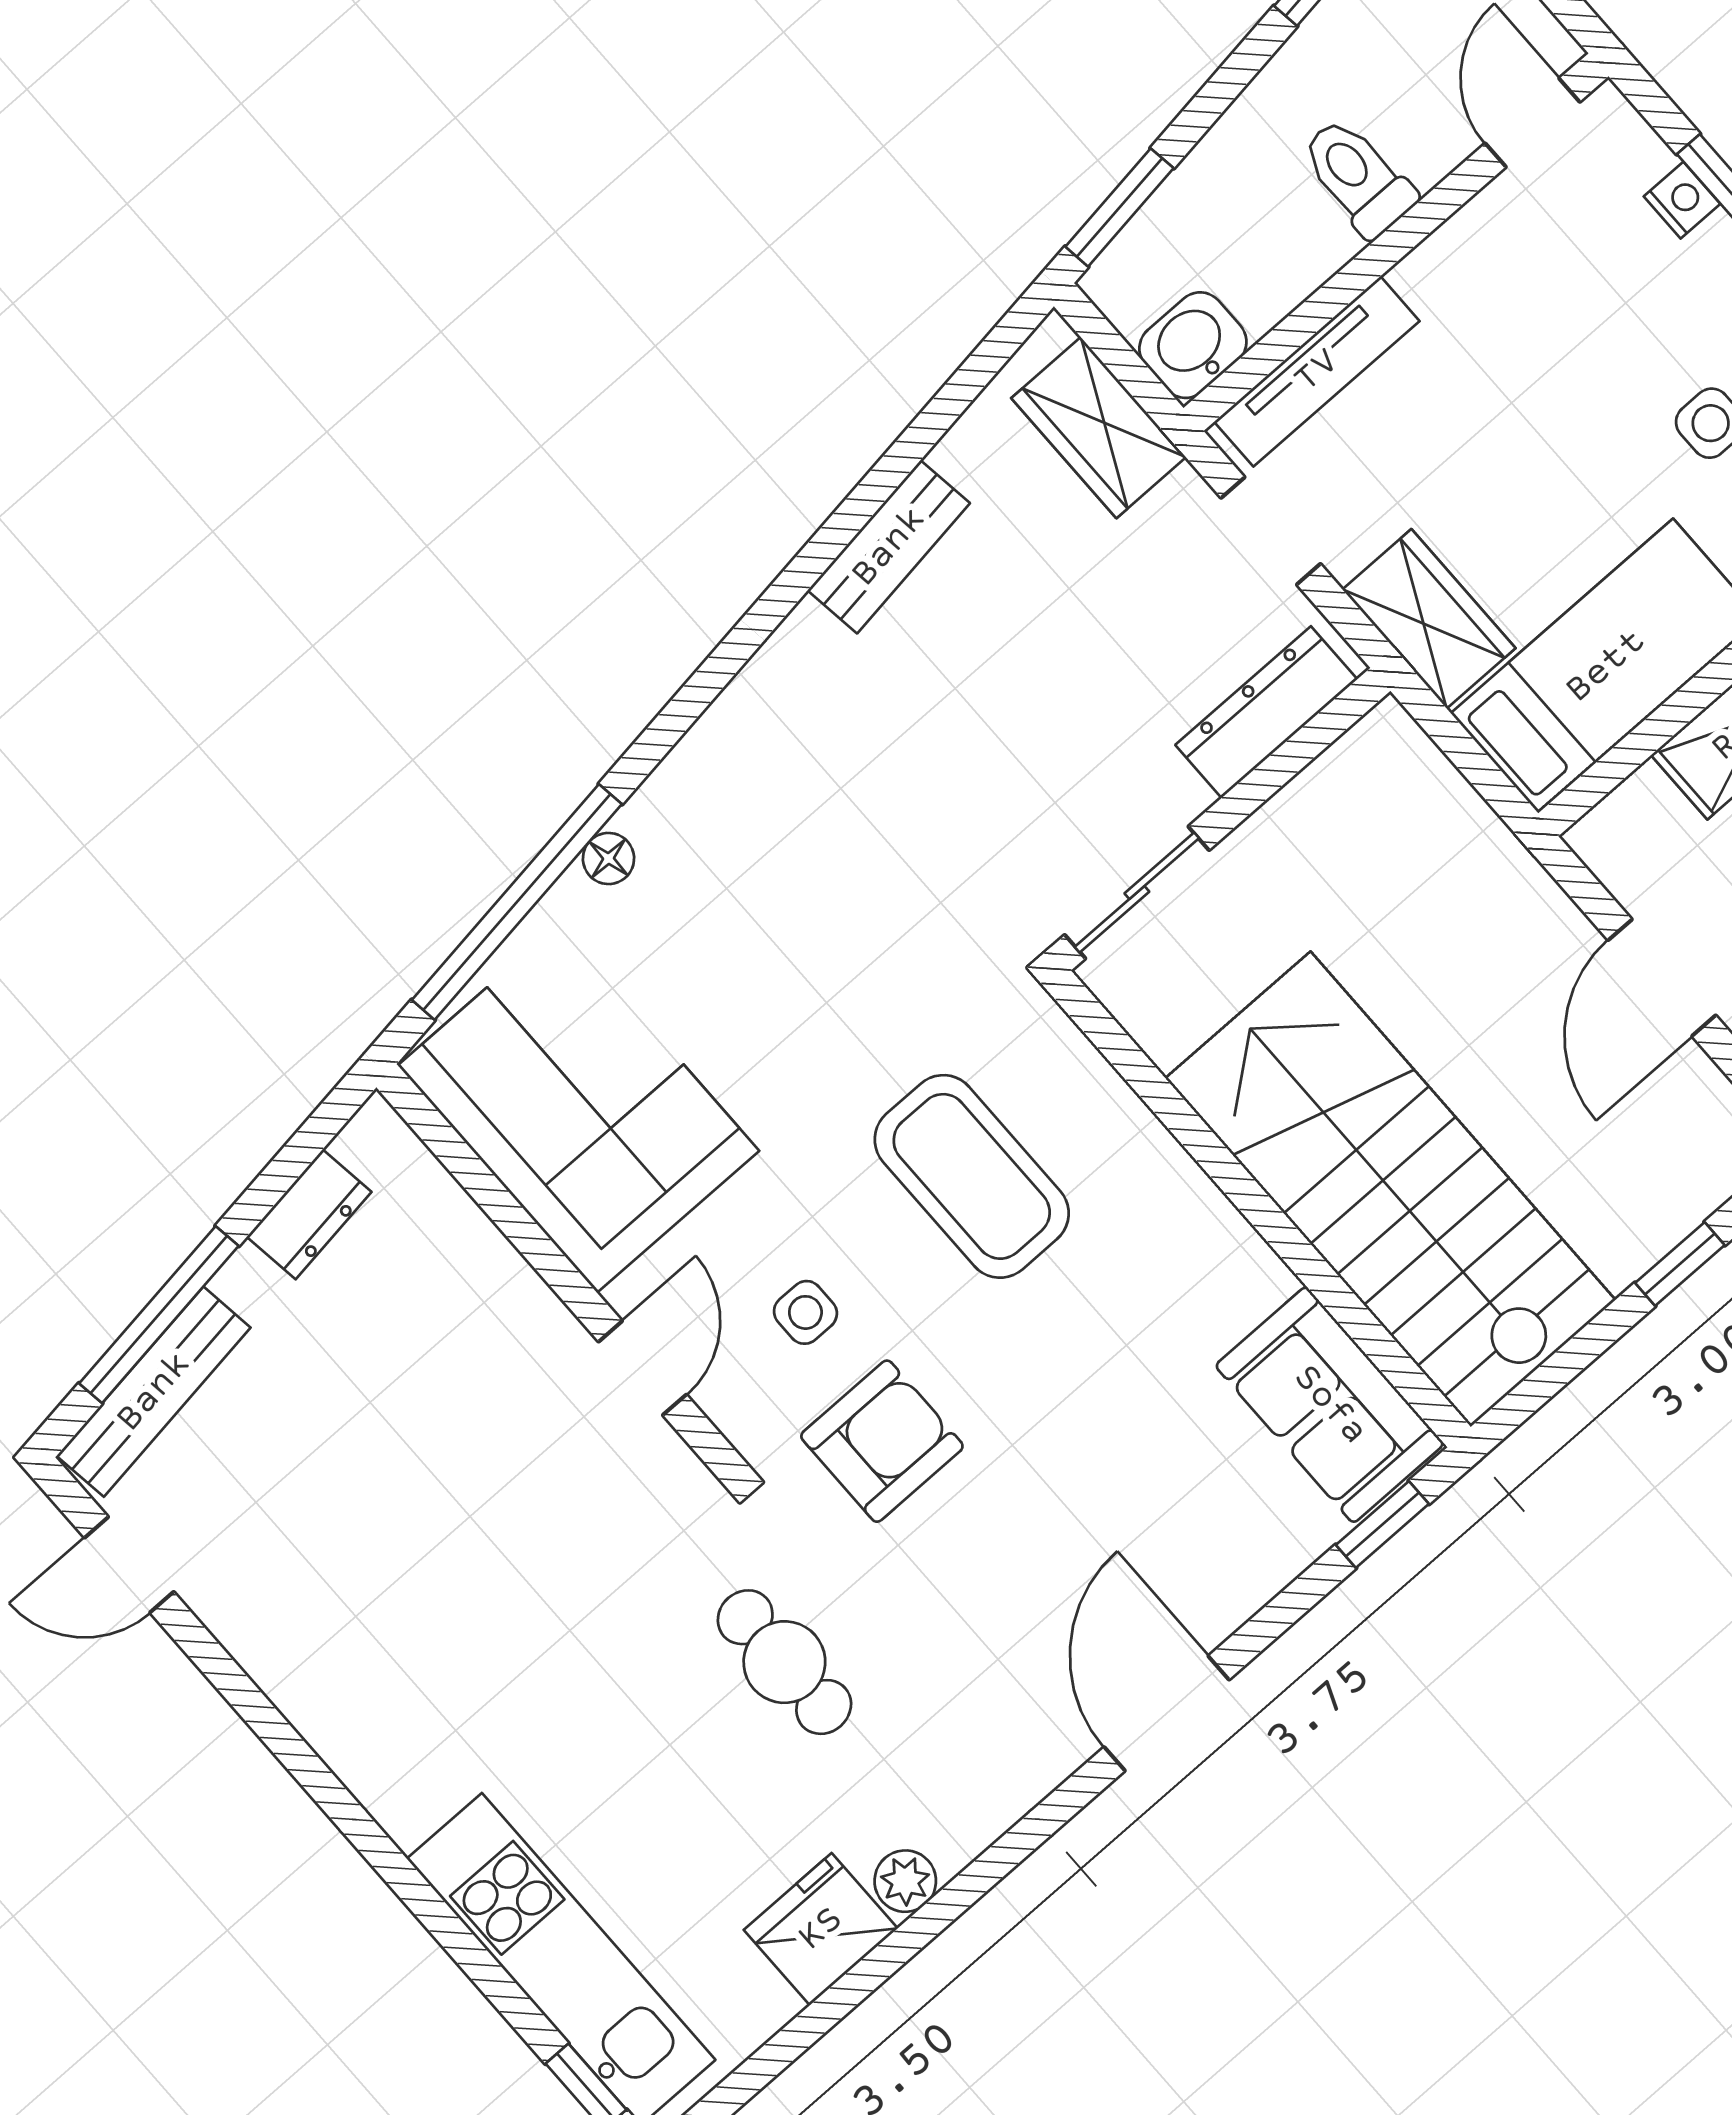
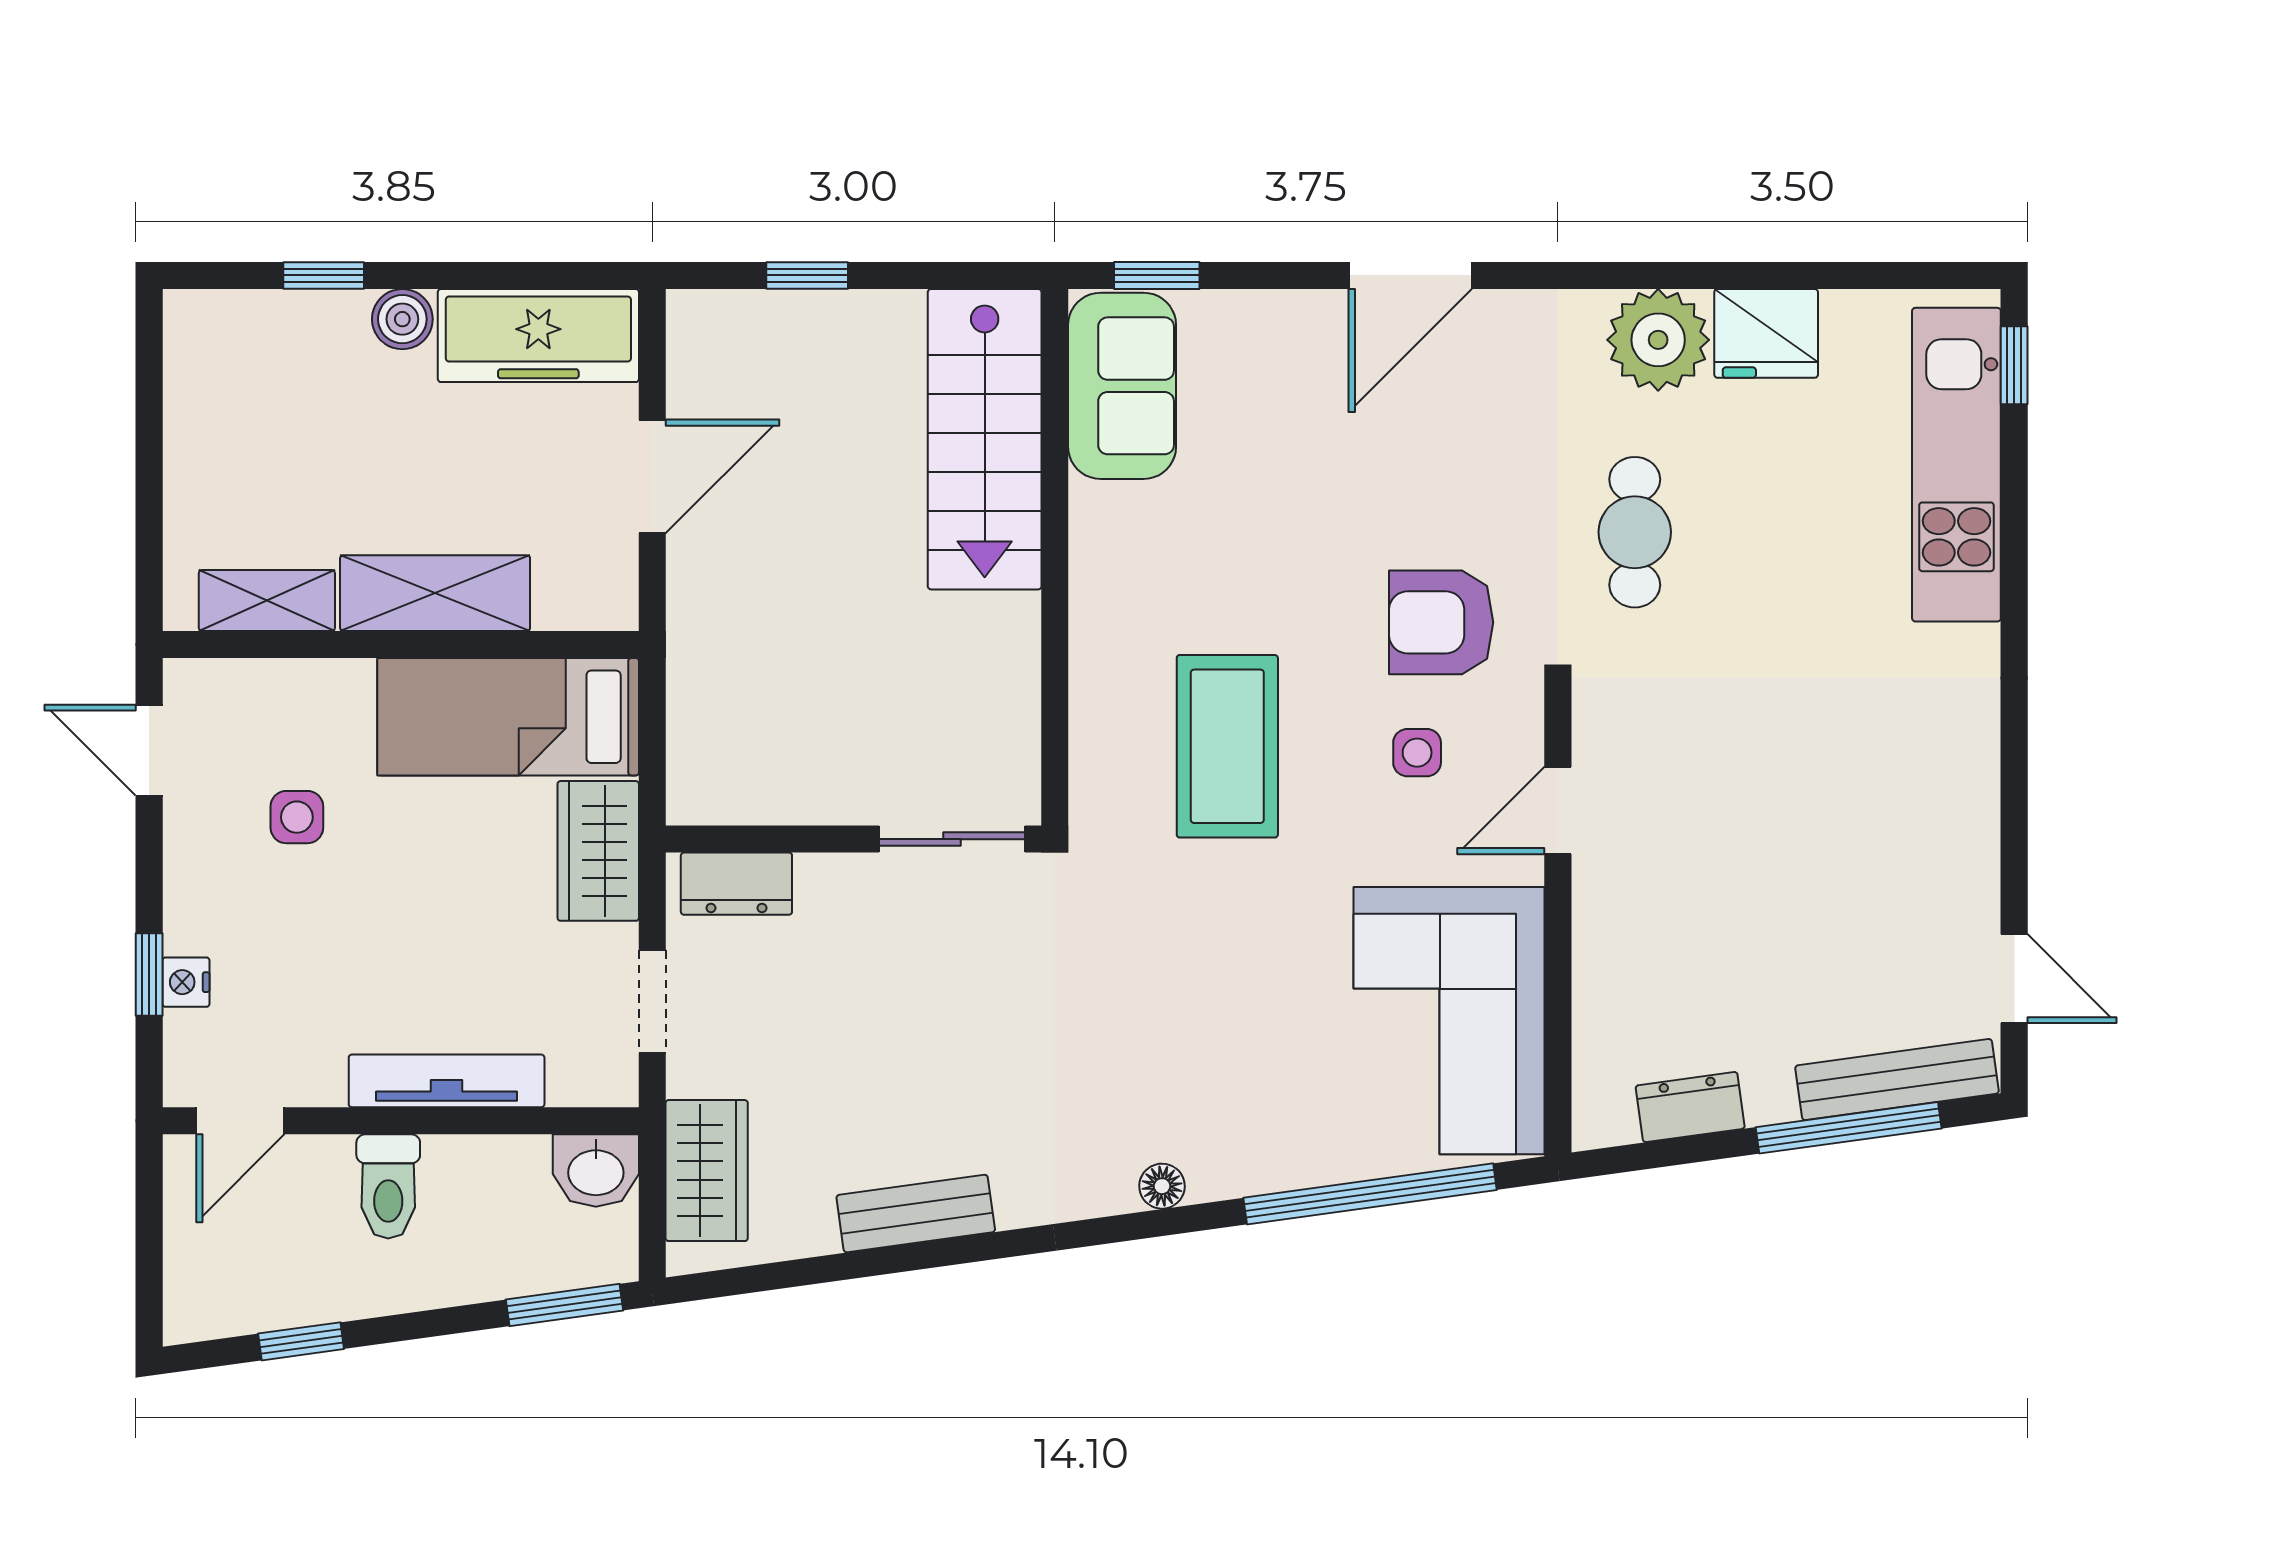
tv unit: (1317, 371) -> (447, 1081), moved
dresser: (1266, 712) -> (736, 884), width x0.70
floor lamp: (609, 859) -> (1162, 1186), moved
stairs: (1391, 1189) -> (985, 439), width x0.73, depth x0.66
plant: (905, 1881) -> (1658, 340), width x1.88, depth x1.88

